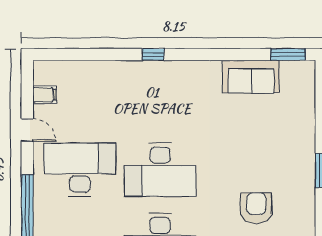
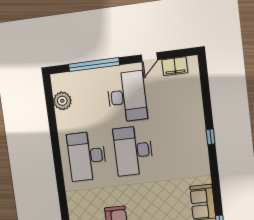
filing cabinet: (45, 95) -> (175, 66), width x2.00

